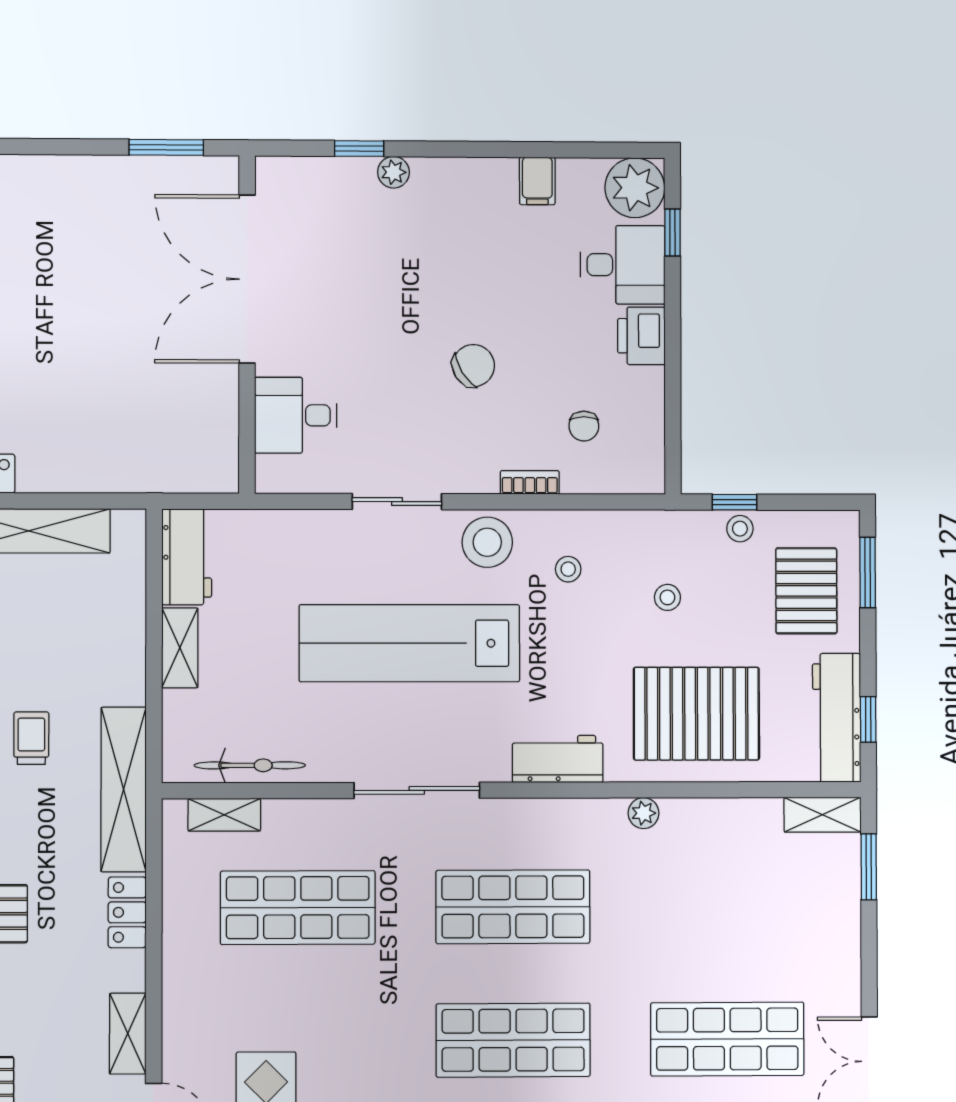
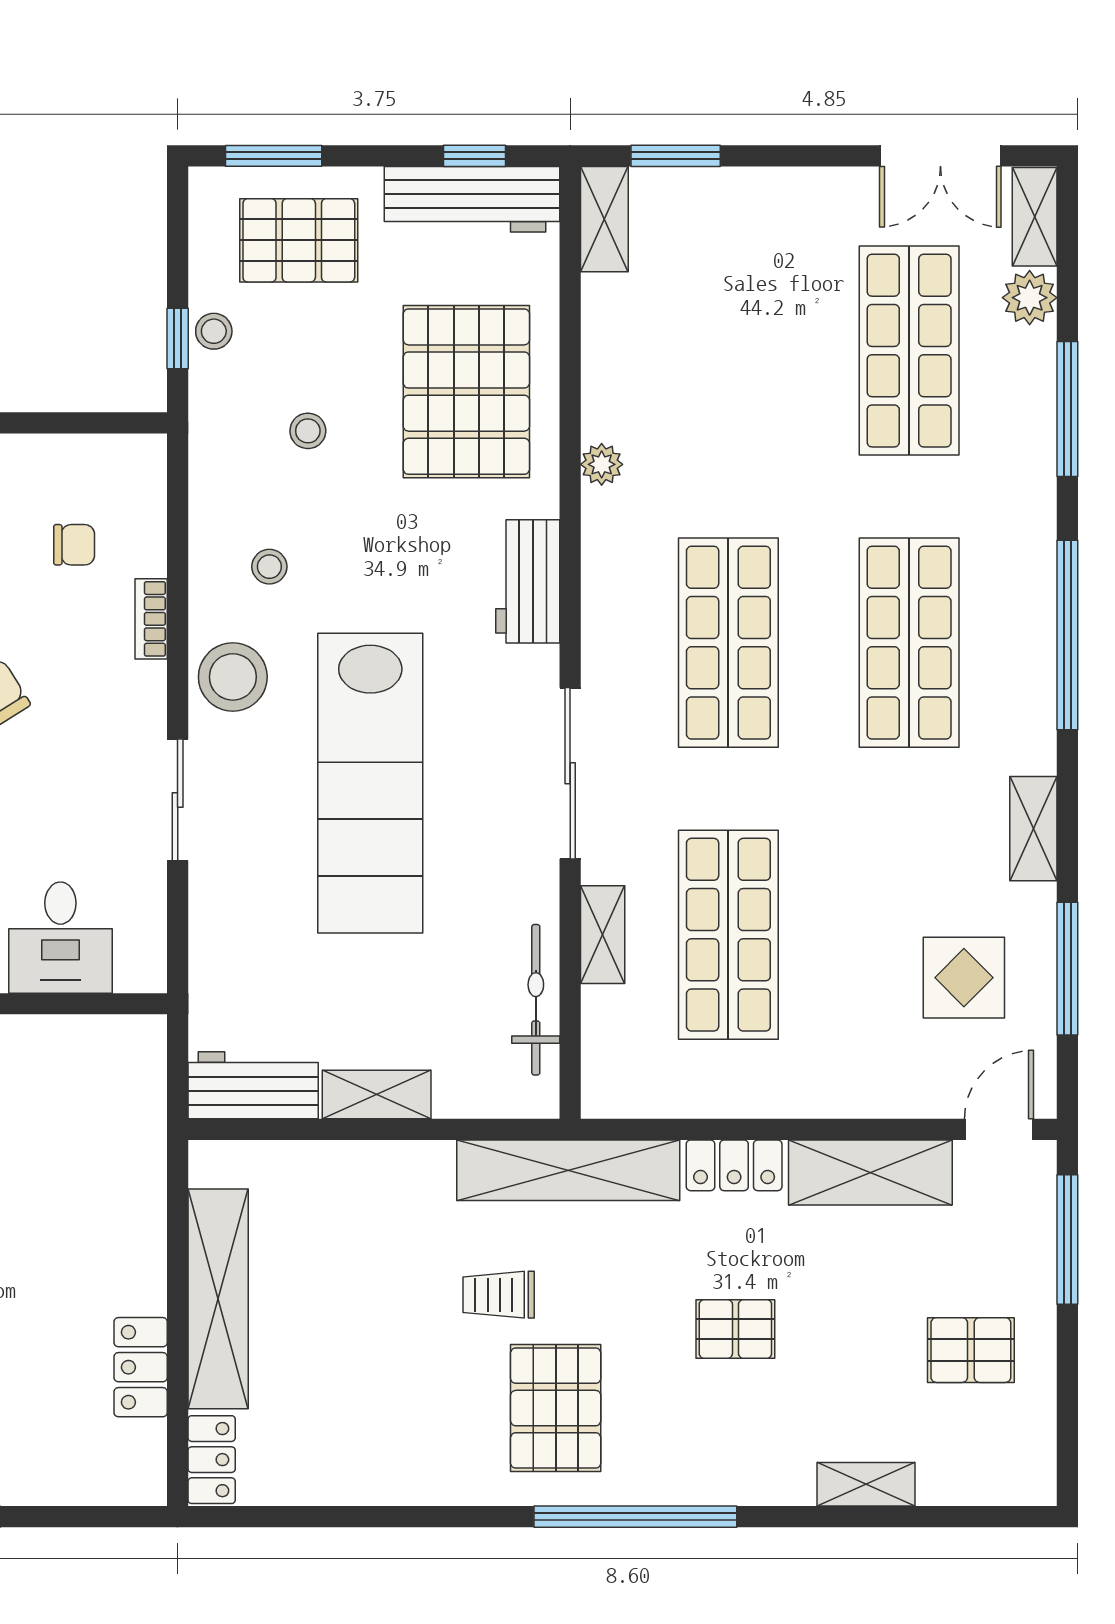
shelving: (224, 815) -> (603, 935), moved
shelving: (128, 1034) -> (870, 1173), width x1.50, depth x1.33

